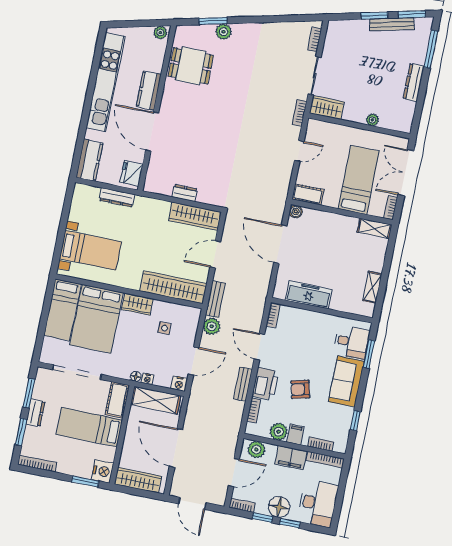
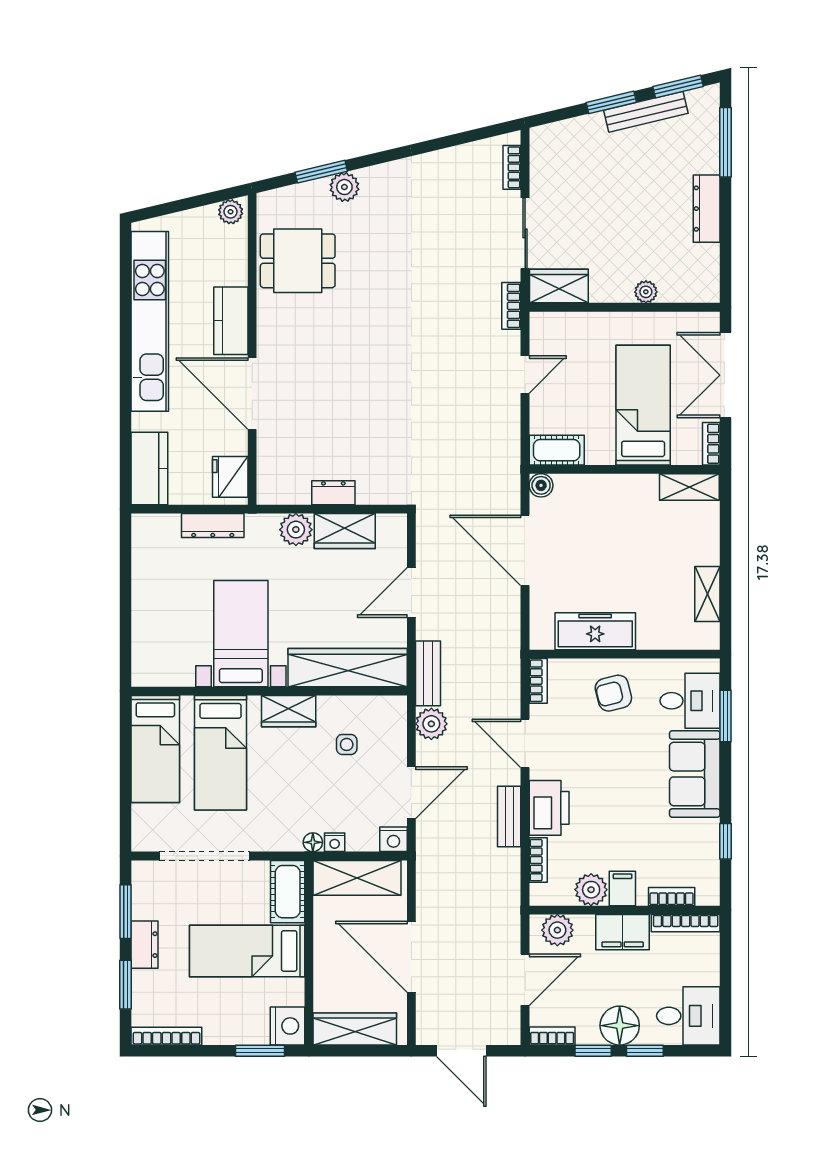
plant: (161, 208) -> (296, 530), added
wardrobe: (195, 216) -> (345, 531), width x0.67
bed with nightstands: (91, 250) -> (241, 634), moved, turned -90
bed: (97, 319) -> (220, 753), width x0.67
armchair: (300, 389) -> (613, 693), moved
desk: (318, 503) -> (688, 1016), width x0.73

